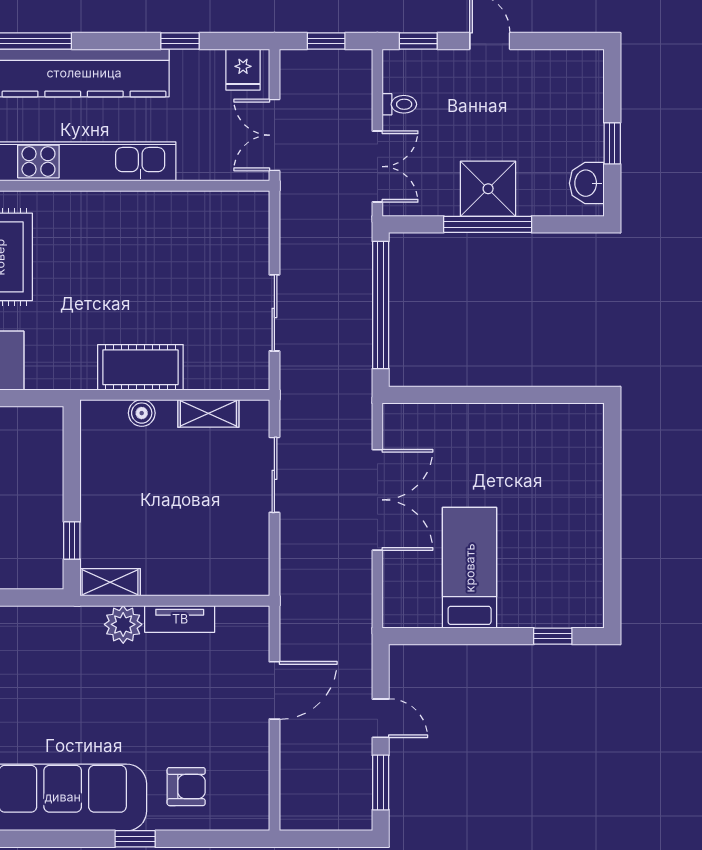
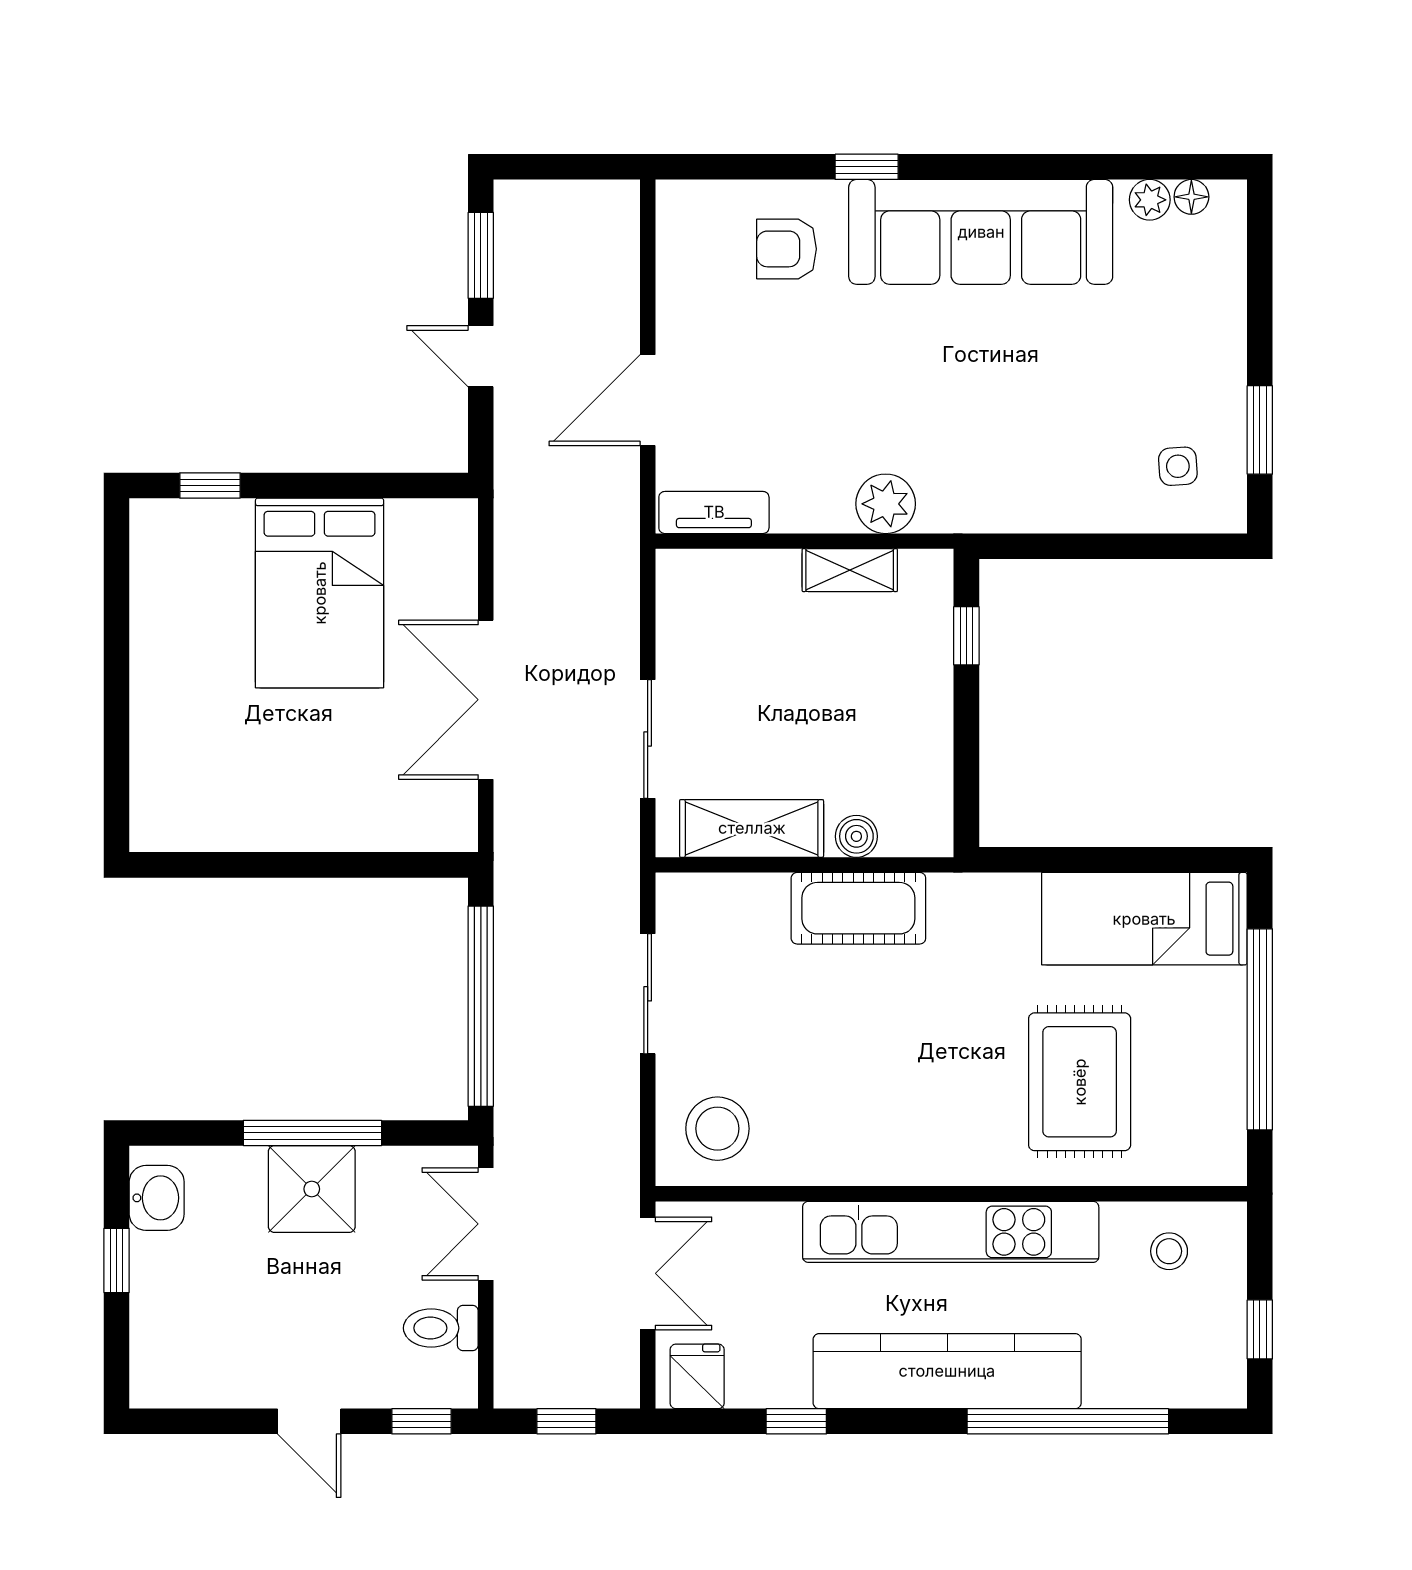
toilet: (399, 104) -> (441, 1328), width x1.37, depth x1.39
stool: (230, 227) -> (717, 1129), added
shelving: (208, 413) -> (752, 828), width x1.50, depth x1.33
bed: (470, 568) -> (320, 593), width x1.50
shelving: (110, 582) -> (850, 570), moved
tv unit: (180, 619) -> (714, 512), moved

